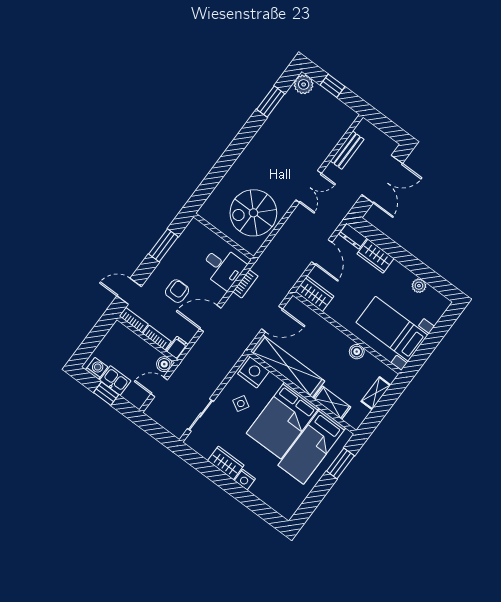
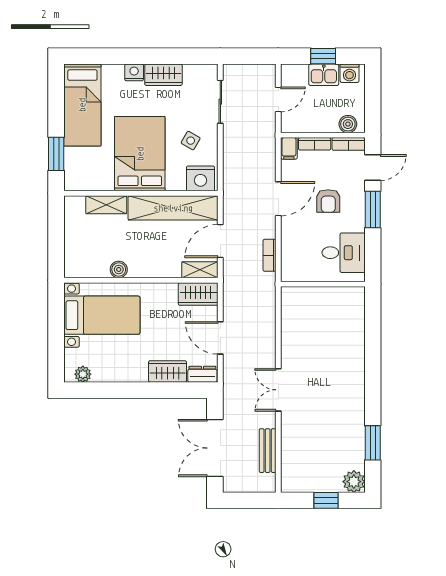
spiral stairs: (253, 213) -> (311, 327), removed
window: (163, 245) -> (373, 209), moved
desk: (223, 267) -> (344, 253), moved, turned 180
plant: (419, 286) -> (83, 374), moved
boiler: (164, 364) -> (348, 124), moved
shelving: (376, 393) -> (200, 270), moved, turned 90
bed: (312, 447) -> (82, 105), moved, turned 180

